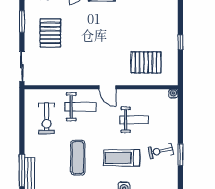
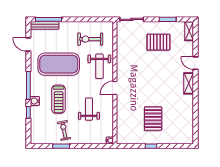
pallet: (146, 62) -> (153, 119), moved
weight bench: (134, 120) -> (89, 109), turned 180
exercise mat: (78, 158) -> (59, 64), width x2.00, depth x1.45
treadmill: (122, 158) -> (59, 99), turned 180

